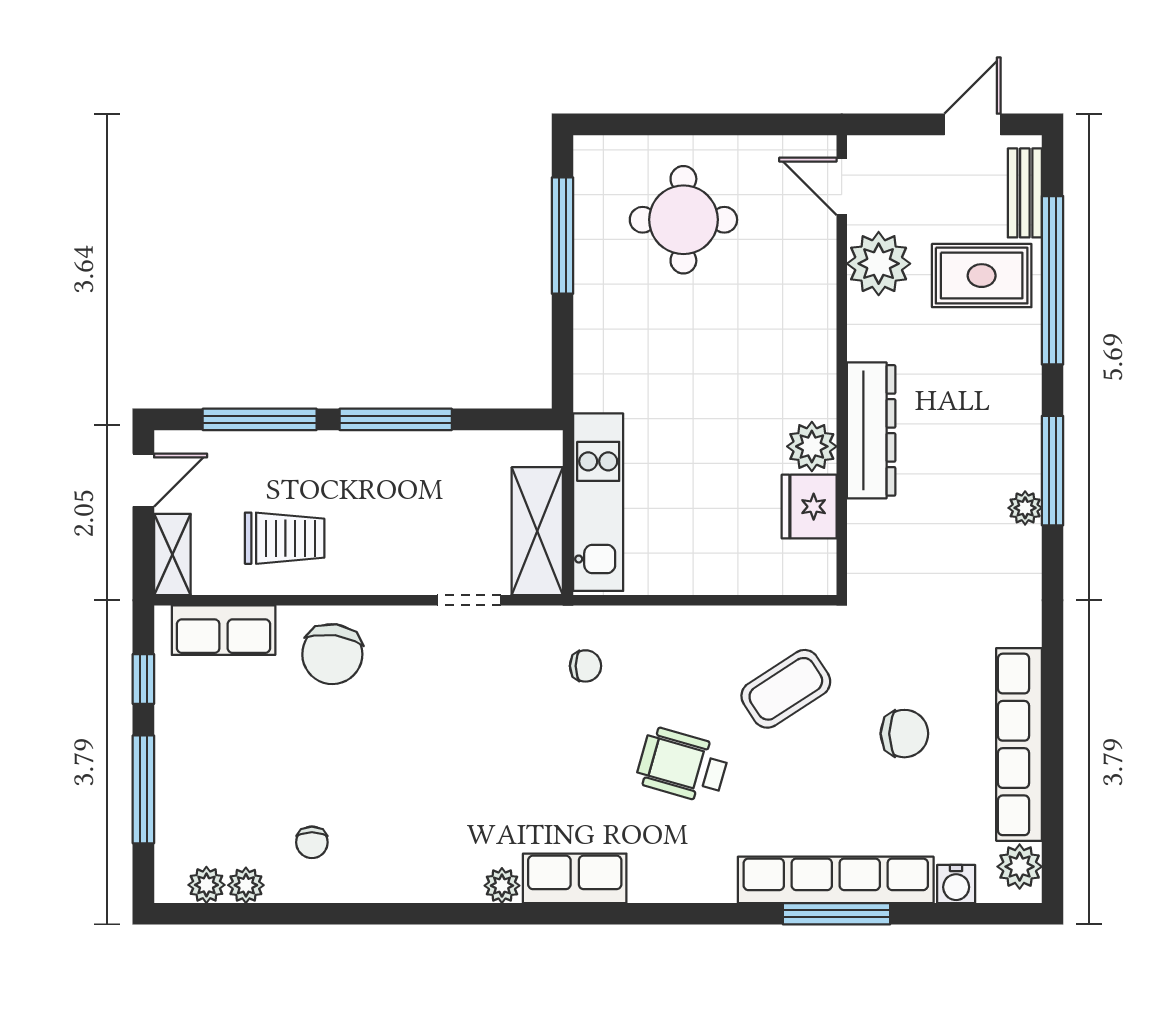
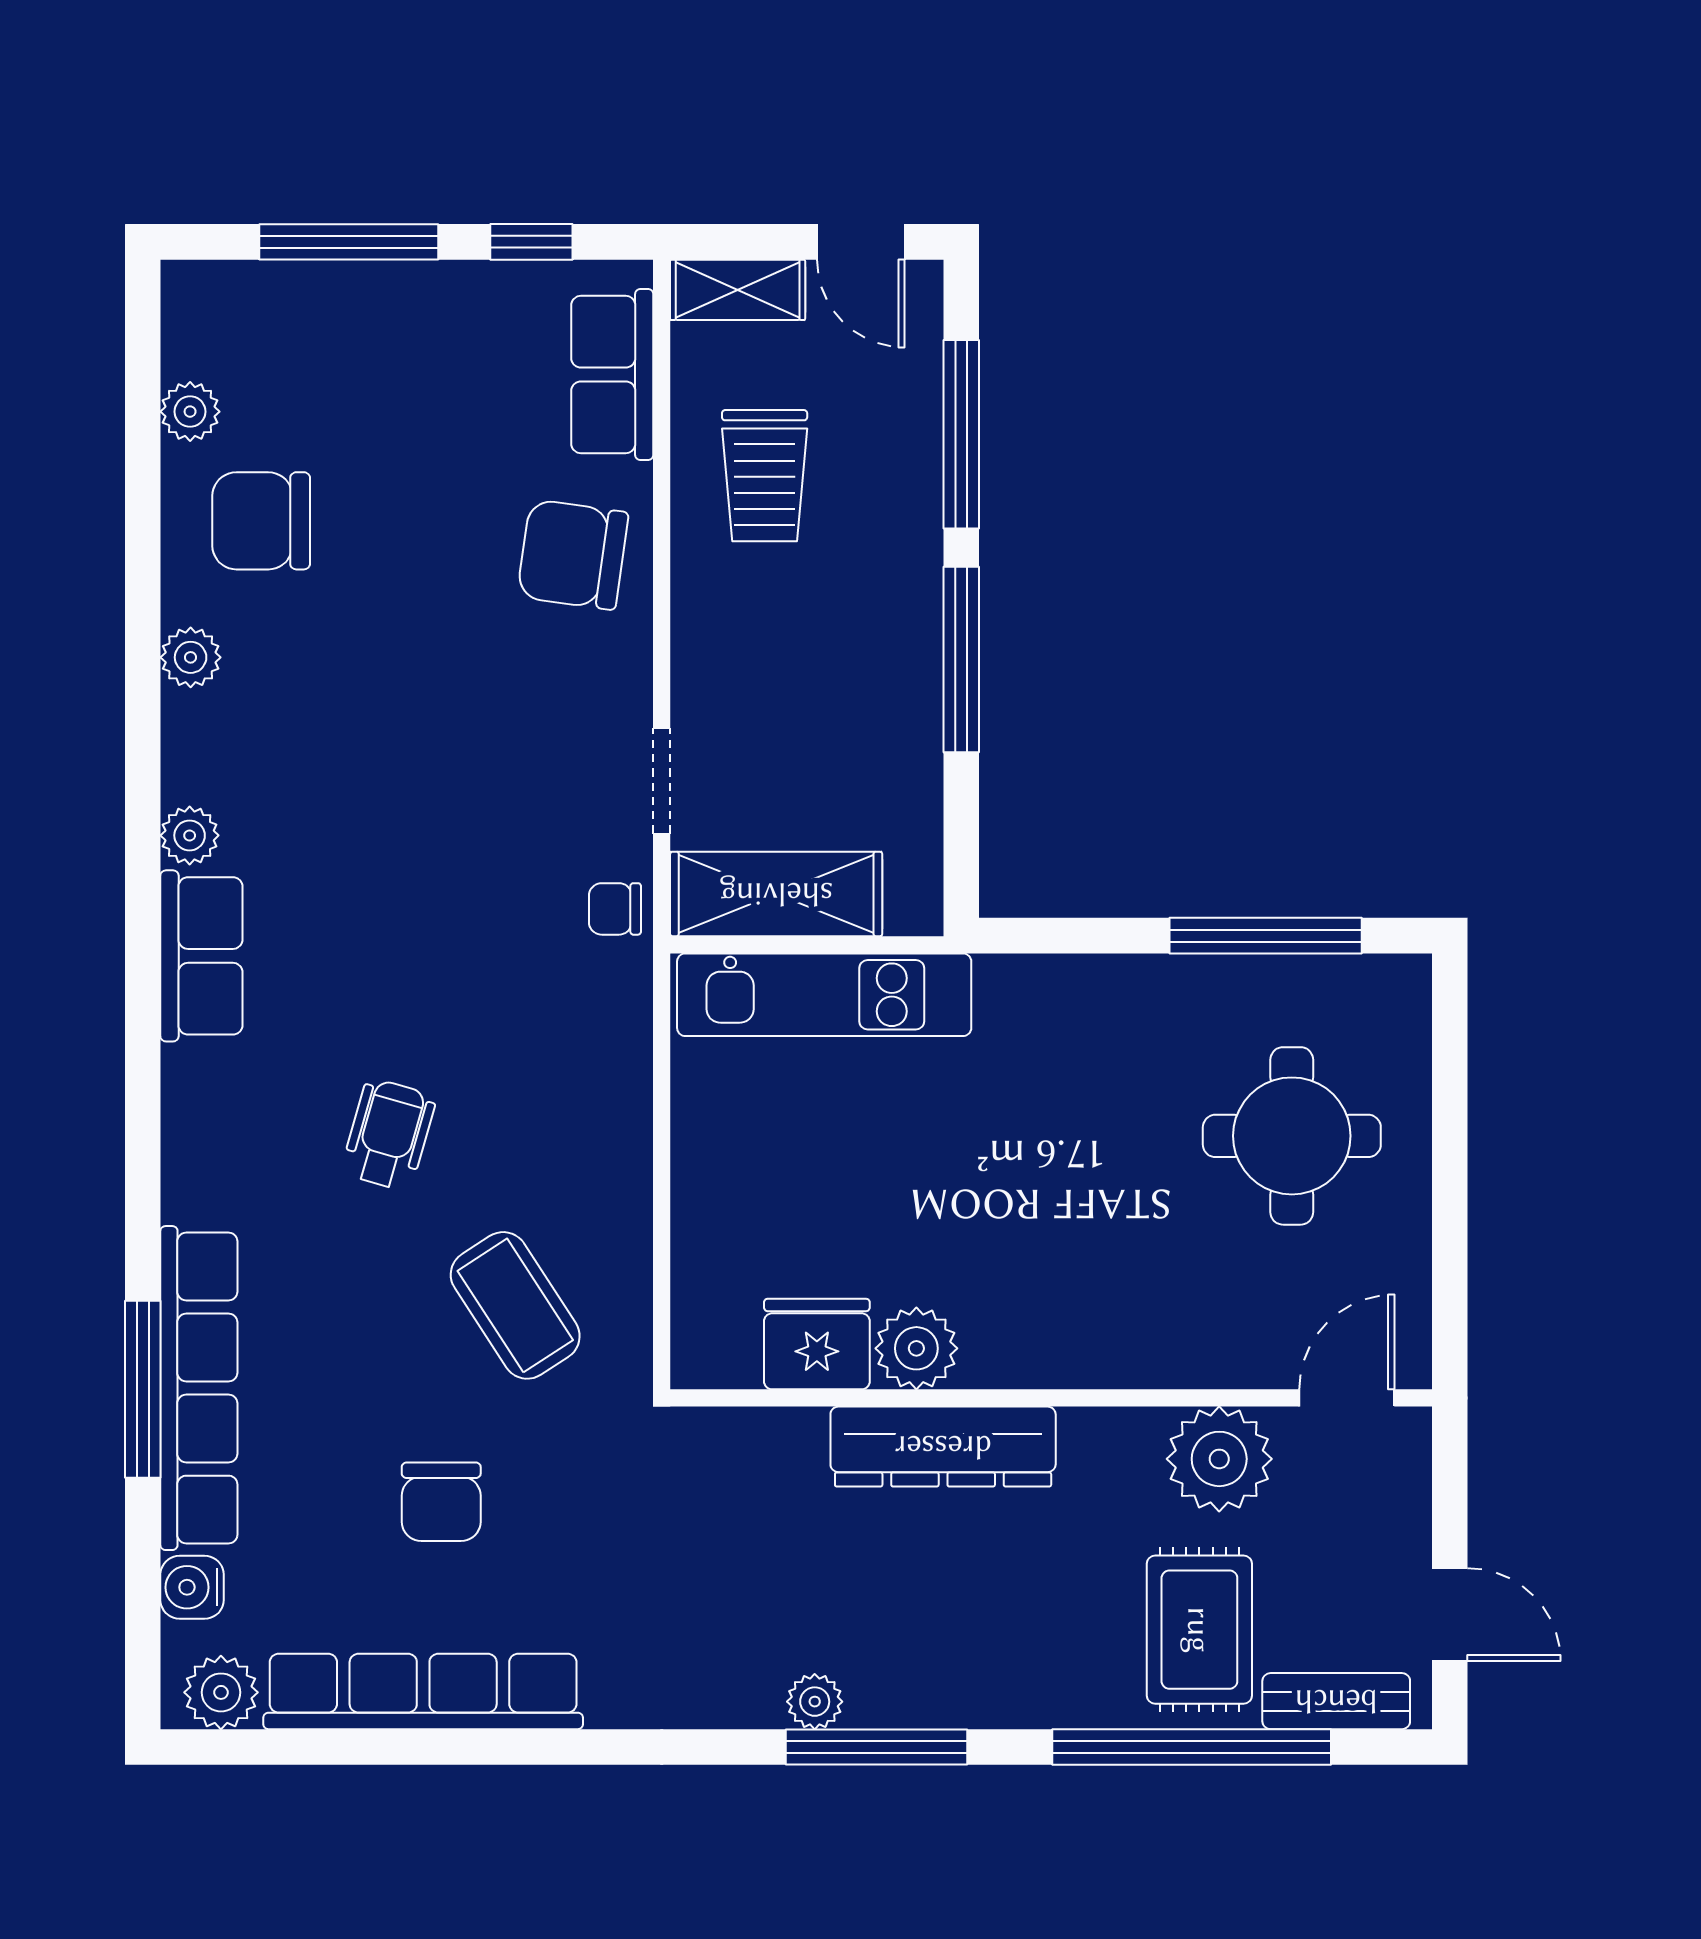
chair: (586, 666) -> (615, 909), moved, turned 90
wheelchair: (683, 765) -> (389, 1134), width x0.73, depth x0.73
chair: (312, 842) -> (261, 521), width x1.87, depth x1.87
plant: (206, 885) -> (191, 657), moved

